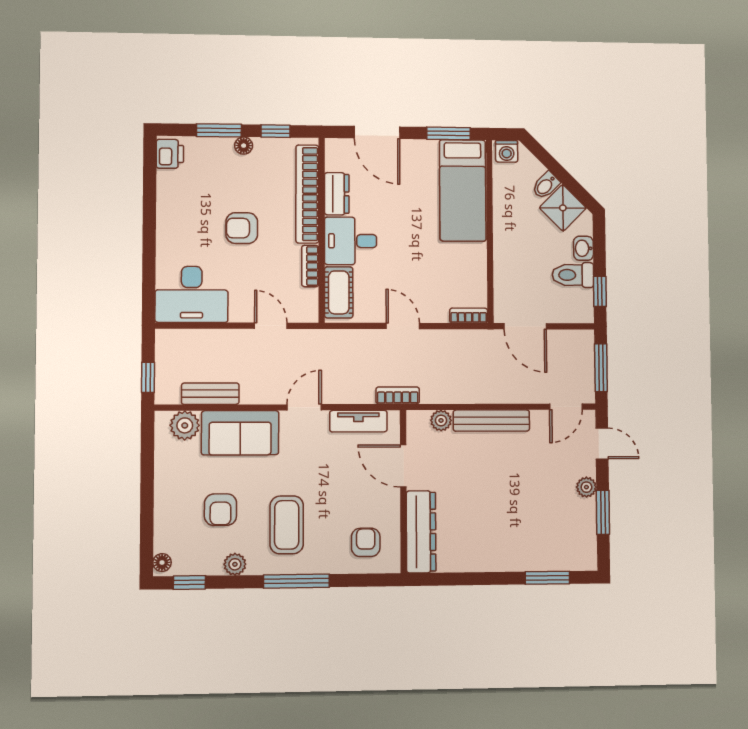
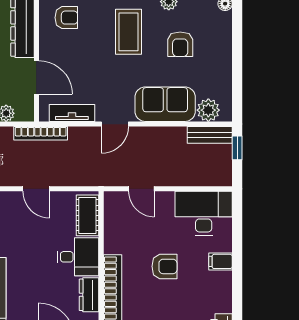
filing cabinet: (170, 234) -> (221, 261), added
bookcase: (310, 266) -> (110, 236), removed
bench: (210, 394) -> (210, 135), moved
bookcase: (398, 395) -> (41, 133), width x1.56
armchair: (220, 510) -> (180, 44), turned 180
armchair: (366, 542) -> (66, 18), turned -90

